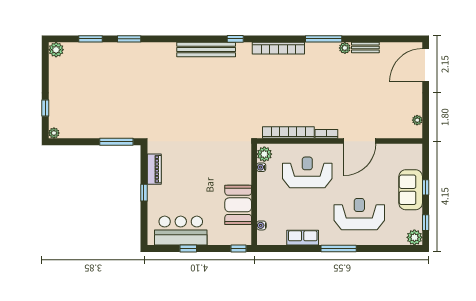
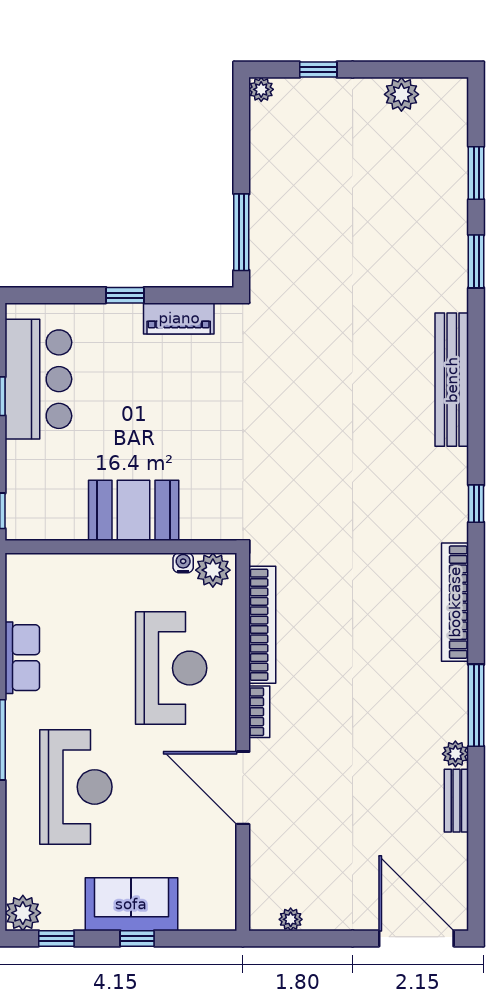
plant: (56, 50) -> (401, 94), moved
bench: (206, 50) -> (452, 380), moved
booth: (238, 205) -> (134, 510), moved
water cooler: (261, 225) -> (50, 563), removed

